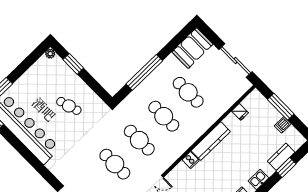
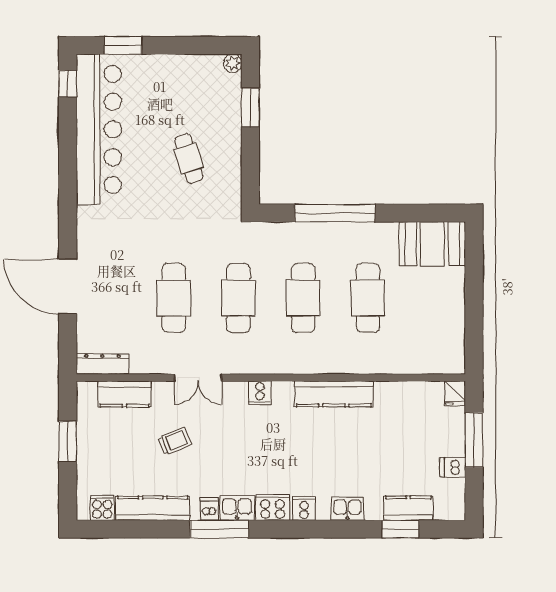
sliding door: (236, 61) -> (474, 318), removed
fridge: (240, 112) -> (455, 393), moved
cooker: (191, 160) -> (260, 393), moved

